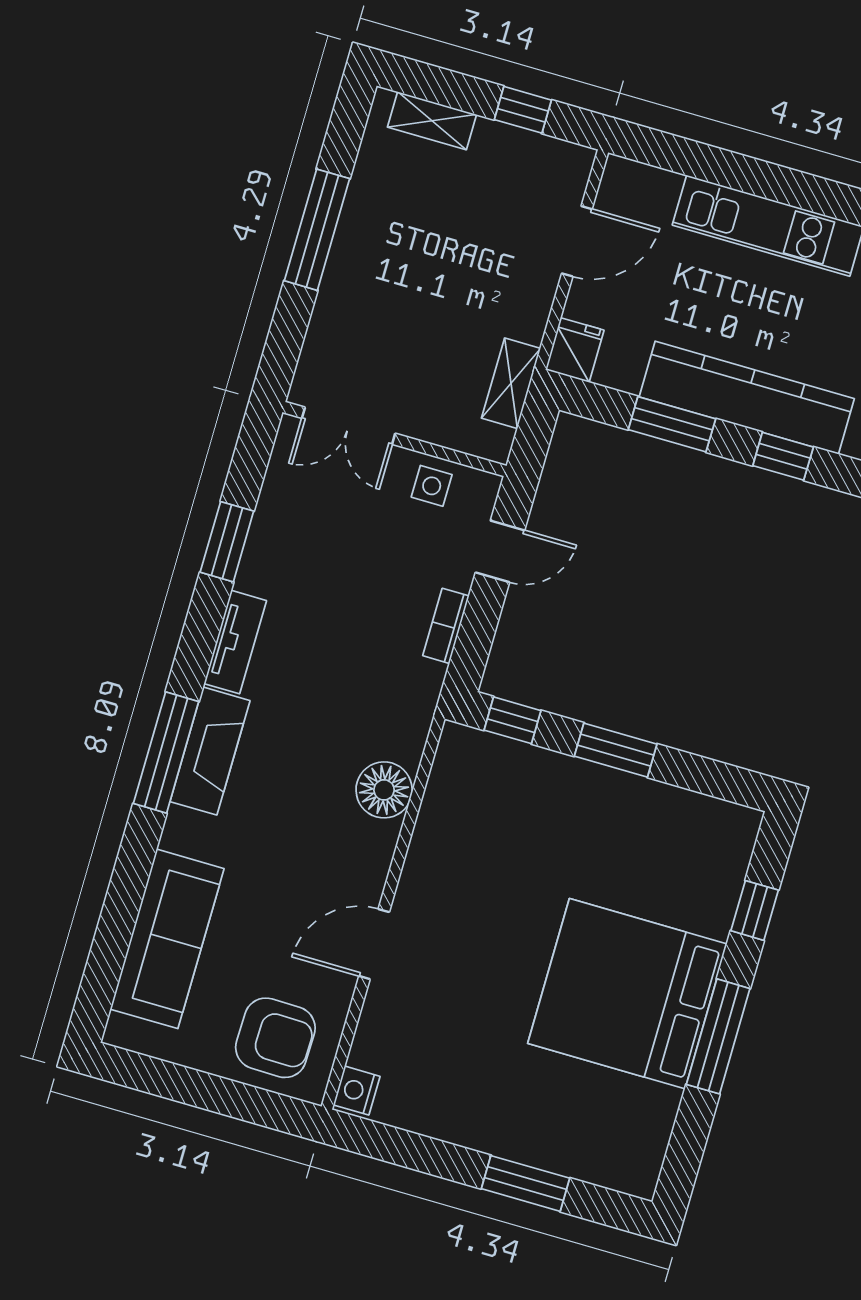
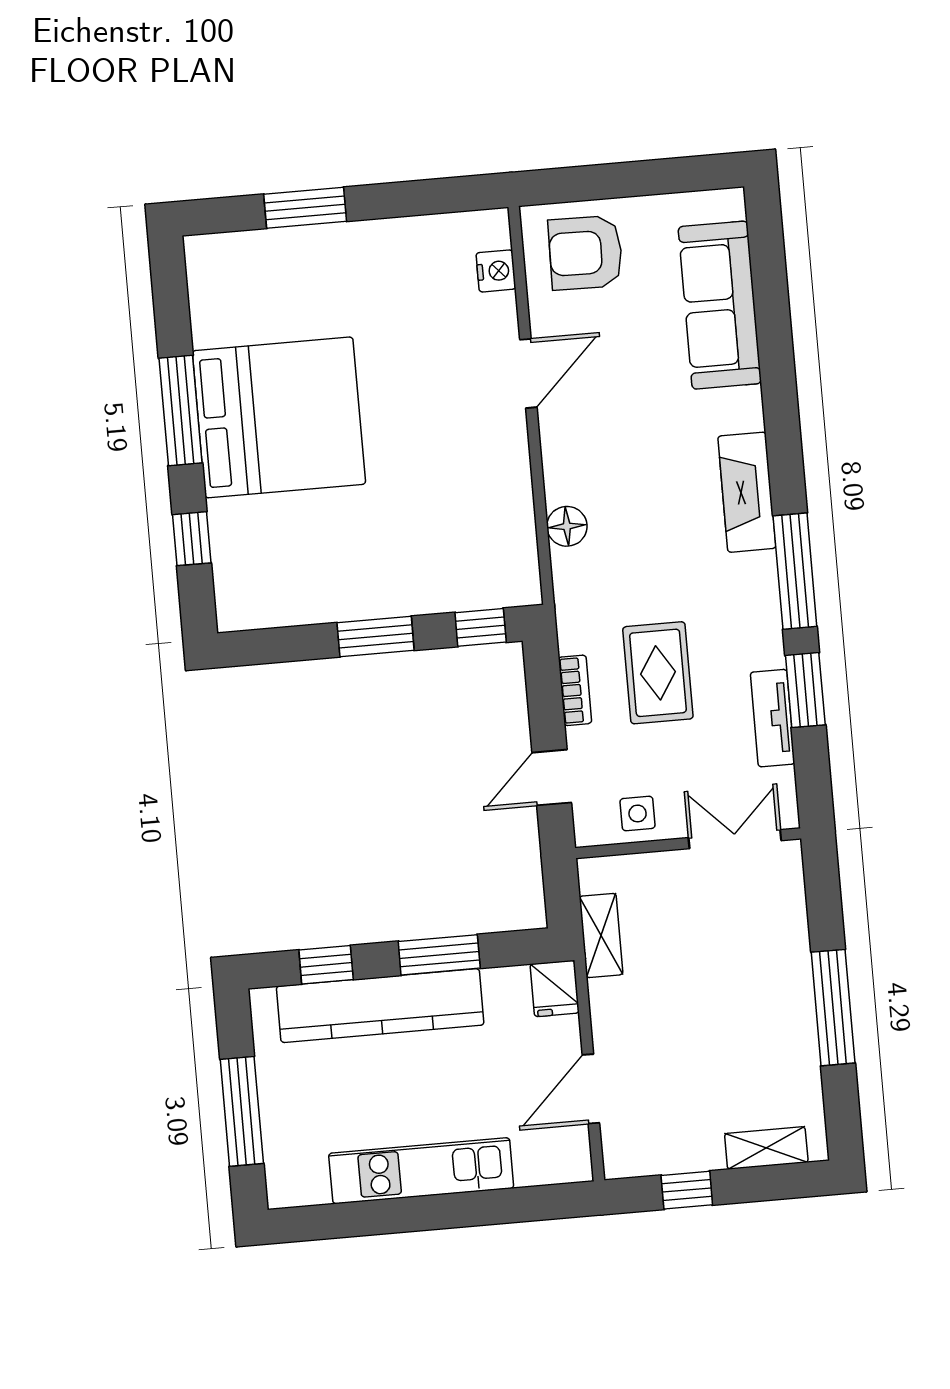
rug: (361, 612) -> (658, 673), added
tv unit: (235, 642) -> (773, 718), moved
window: (166, 753) -> (795, 571), moved
floor lamp: (384, 790) -> (567, 526), width x0.73, depth x0.73
nightstand: (357, 1091) -> (496, 271), moved

